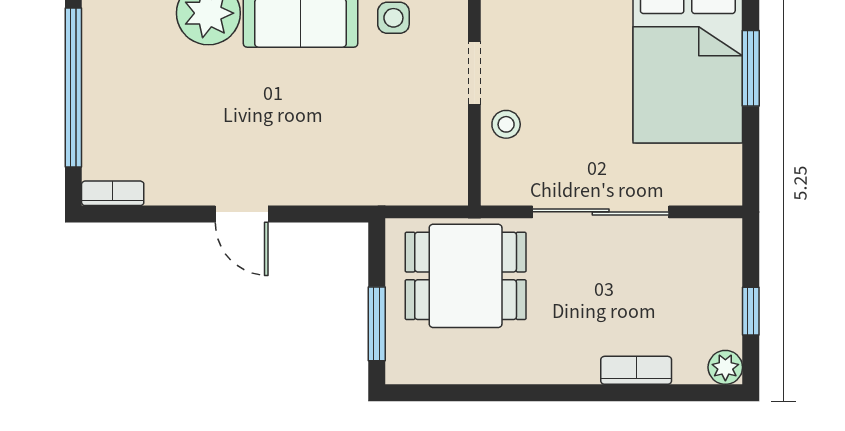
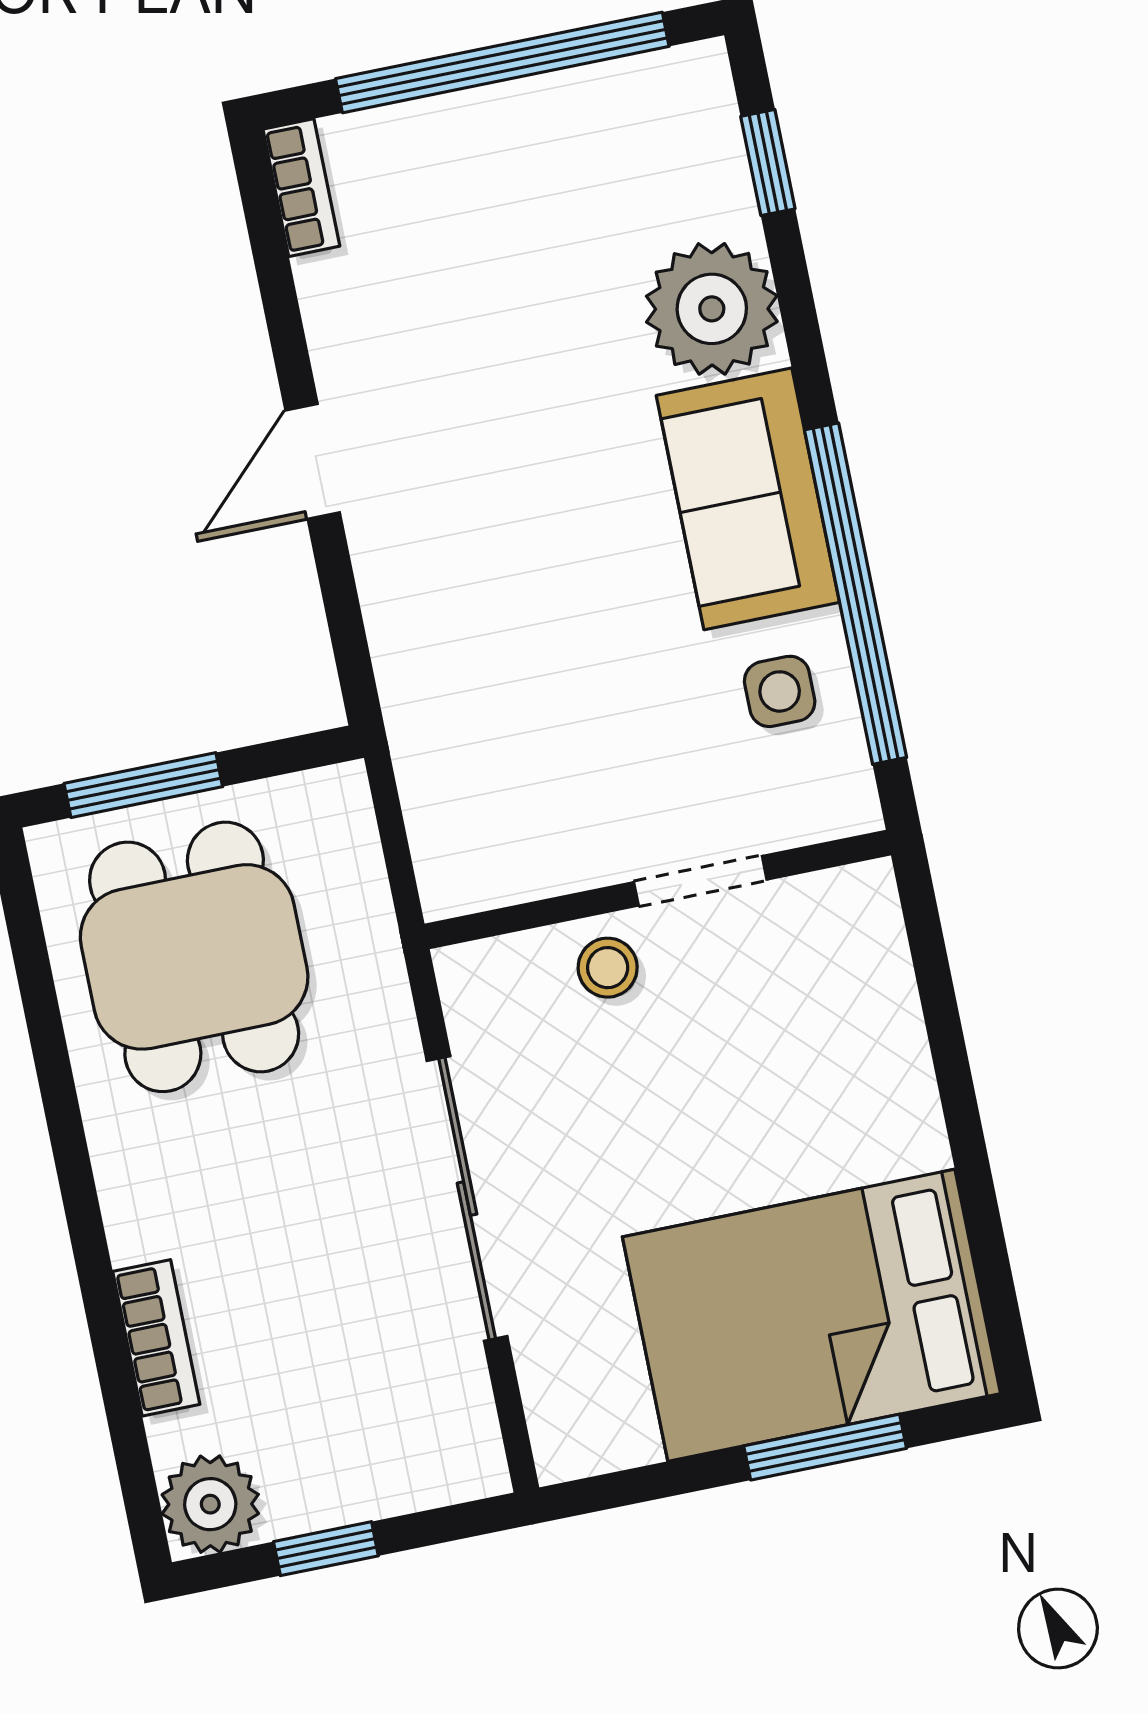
dining table: (466, 276) -> (194, 957), moved
plant: (725, 367) -> (210, 1504), width x1.38, depth x1.38

